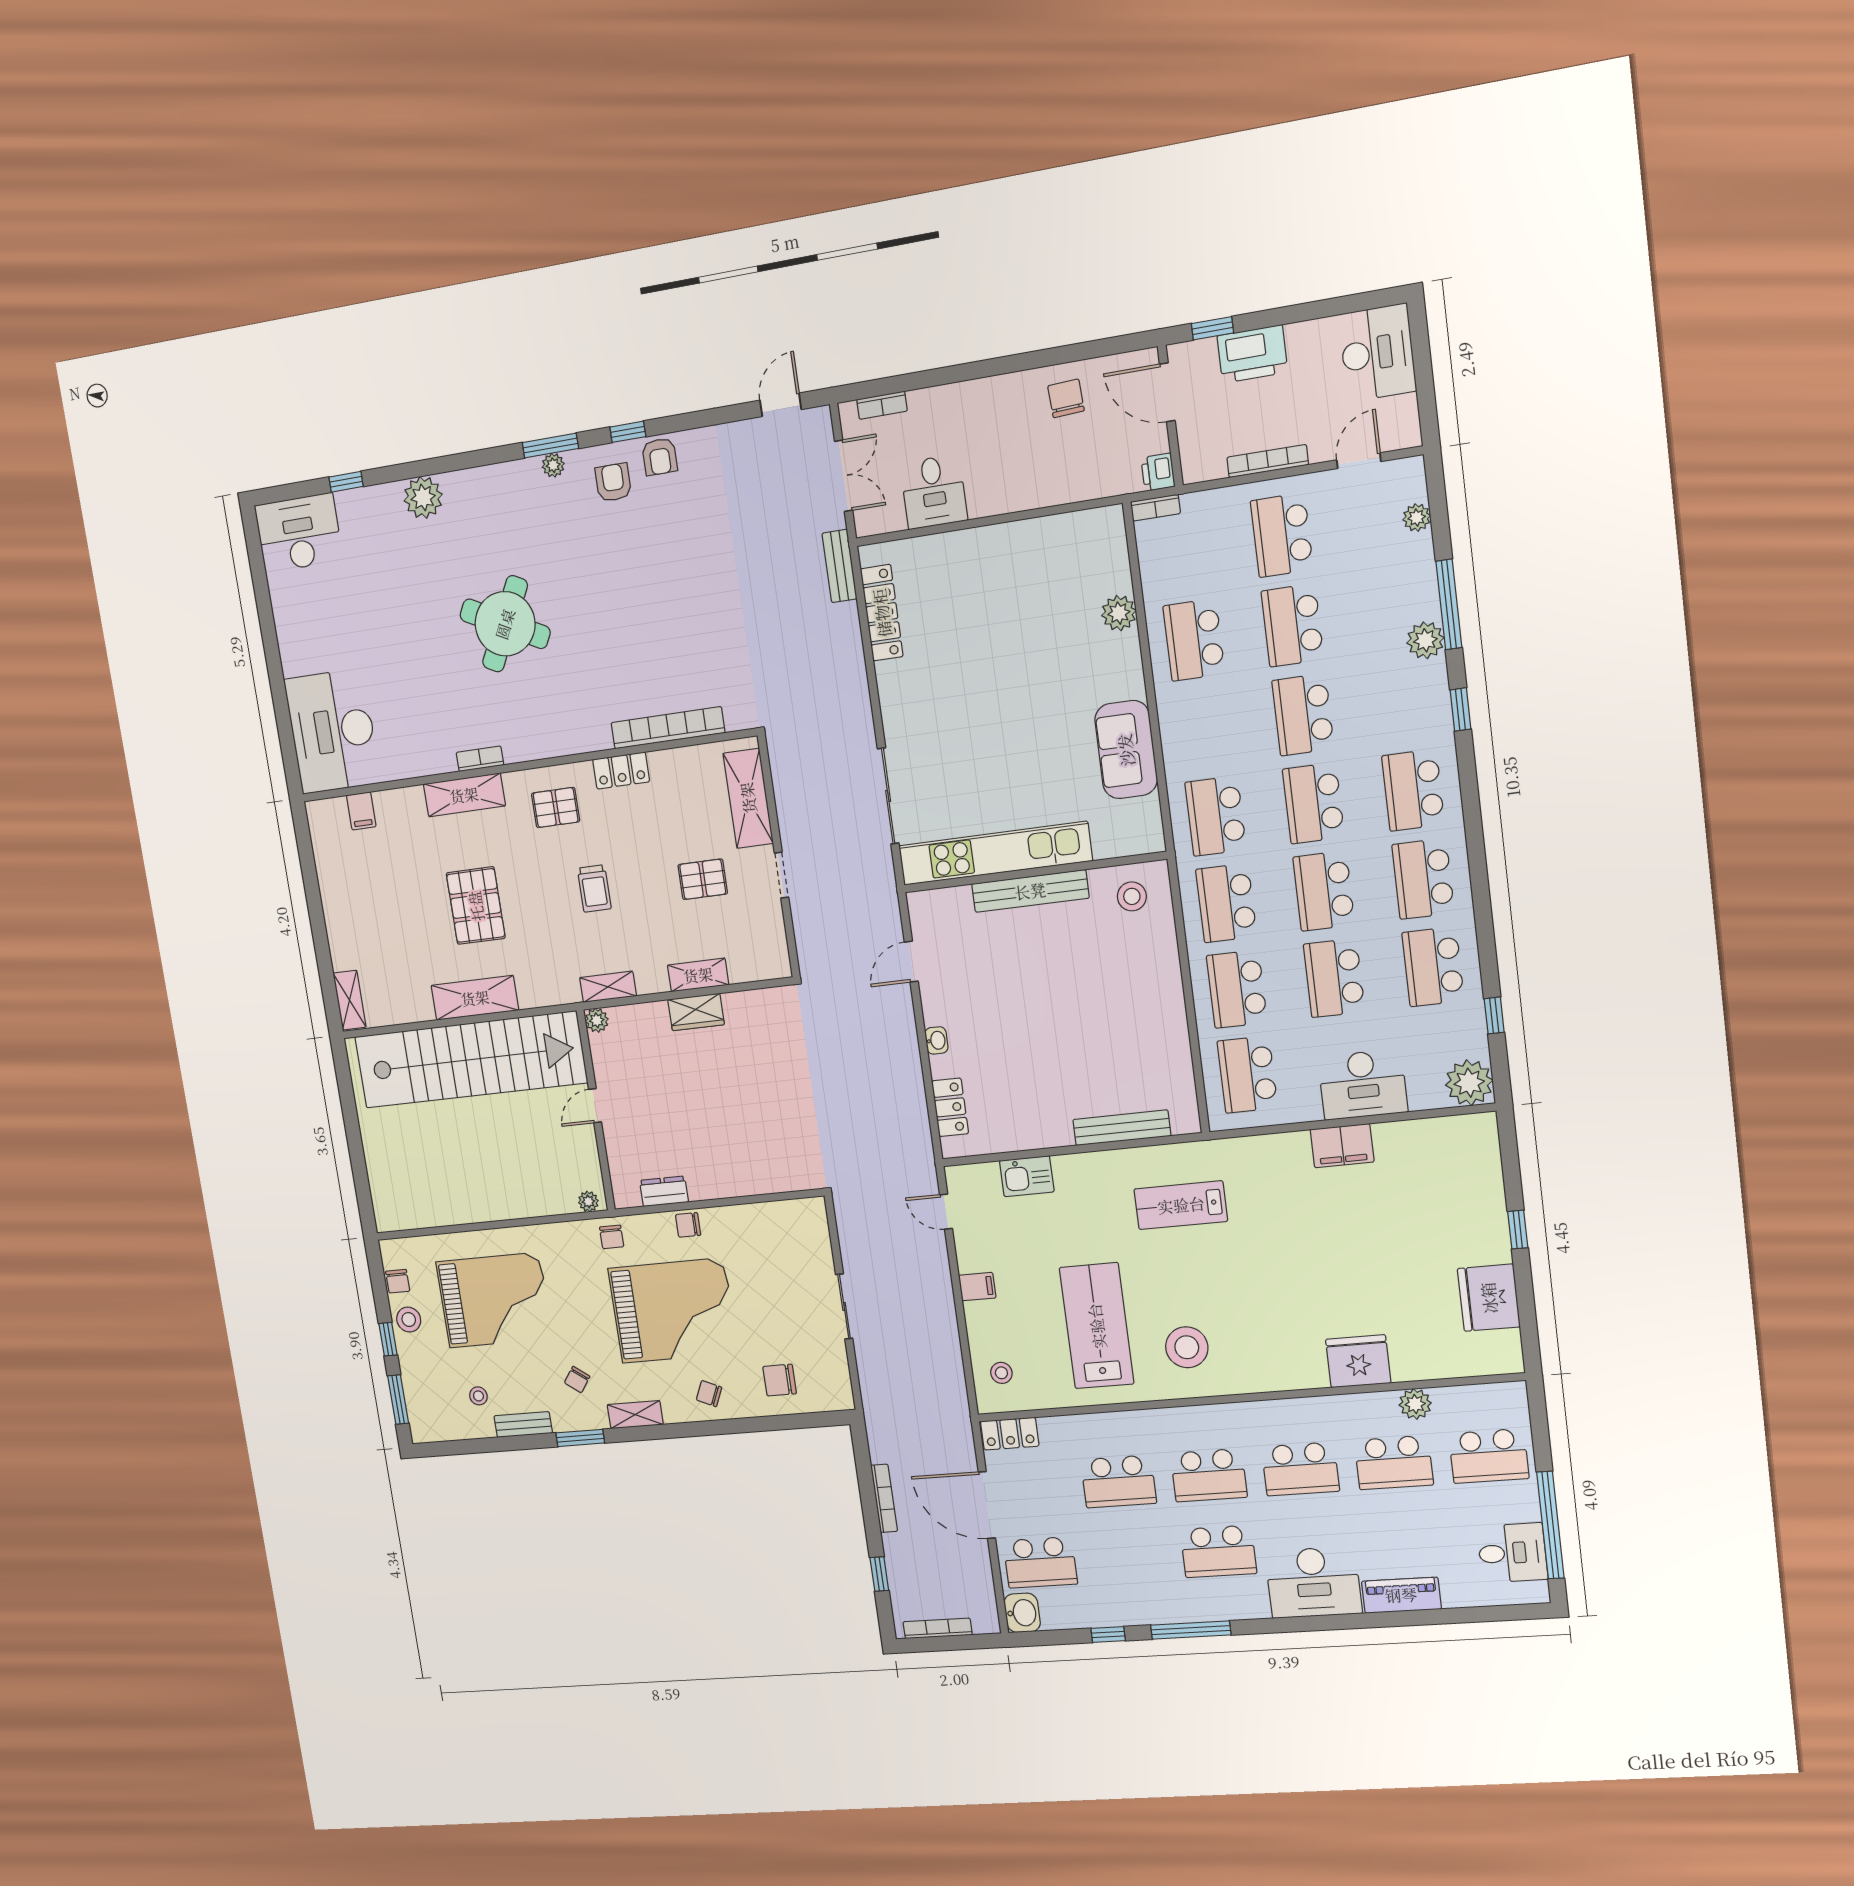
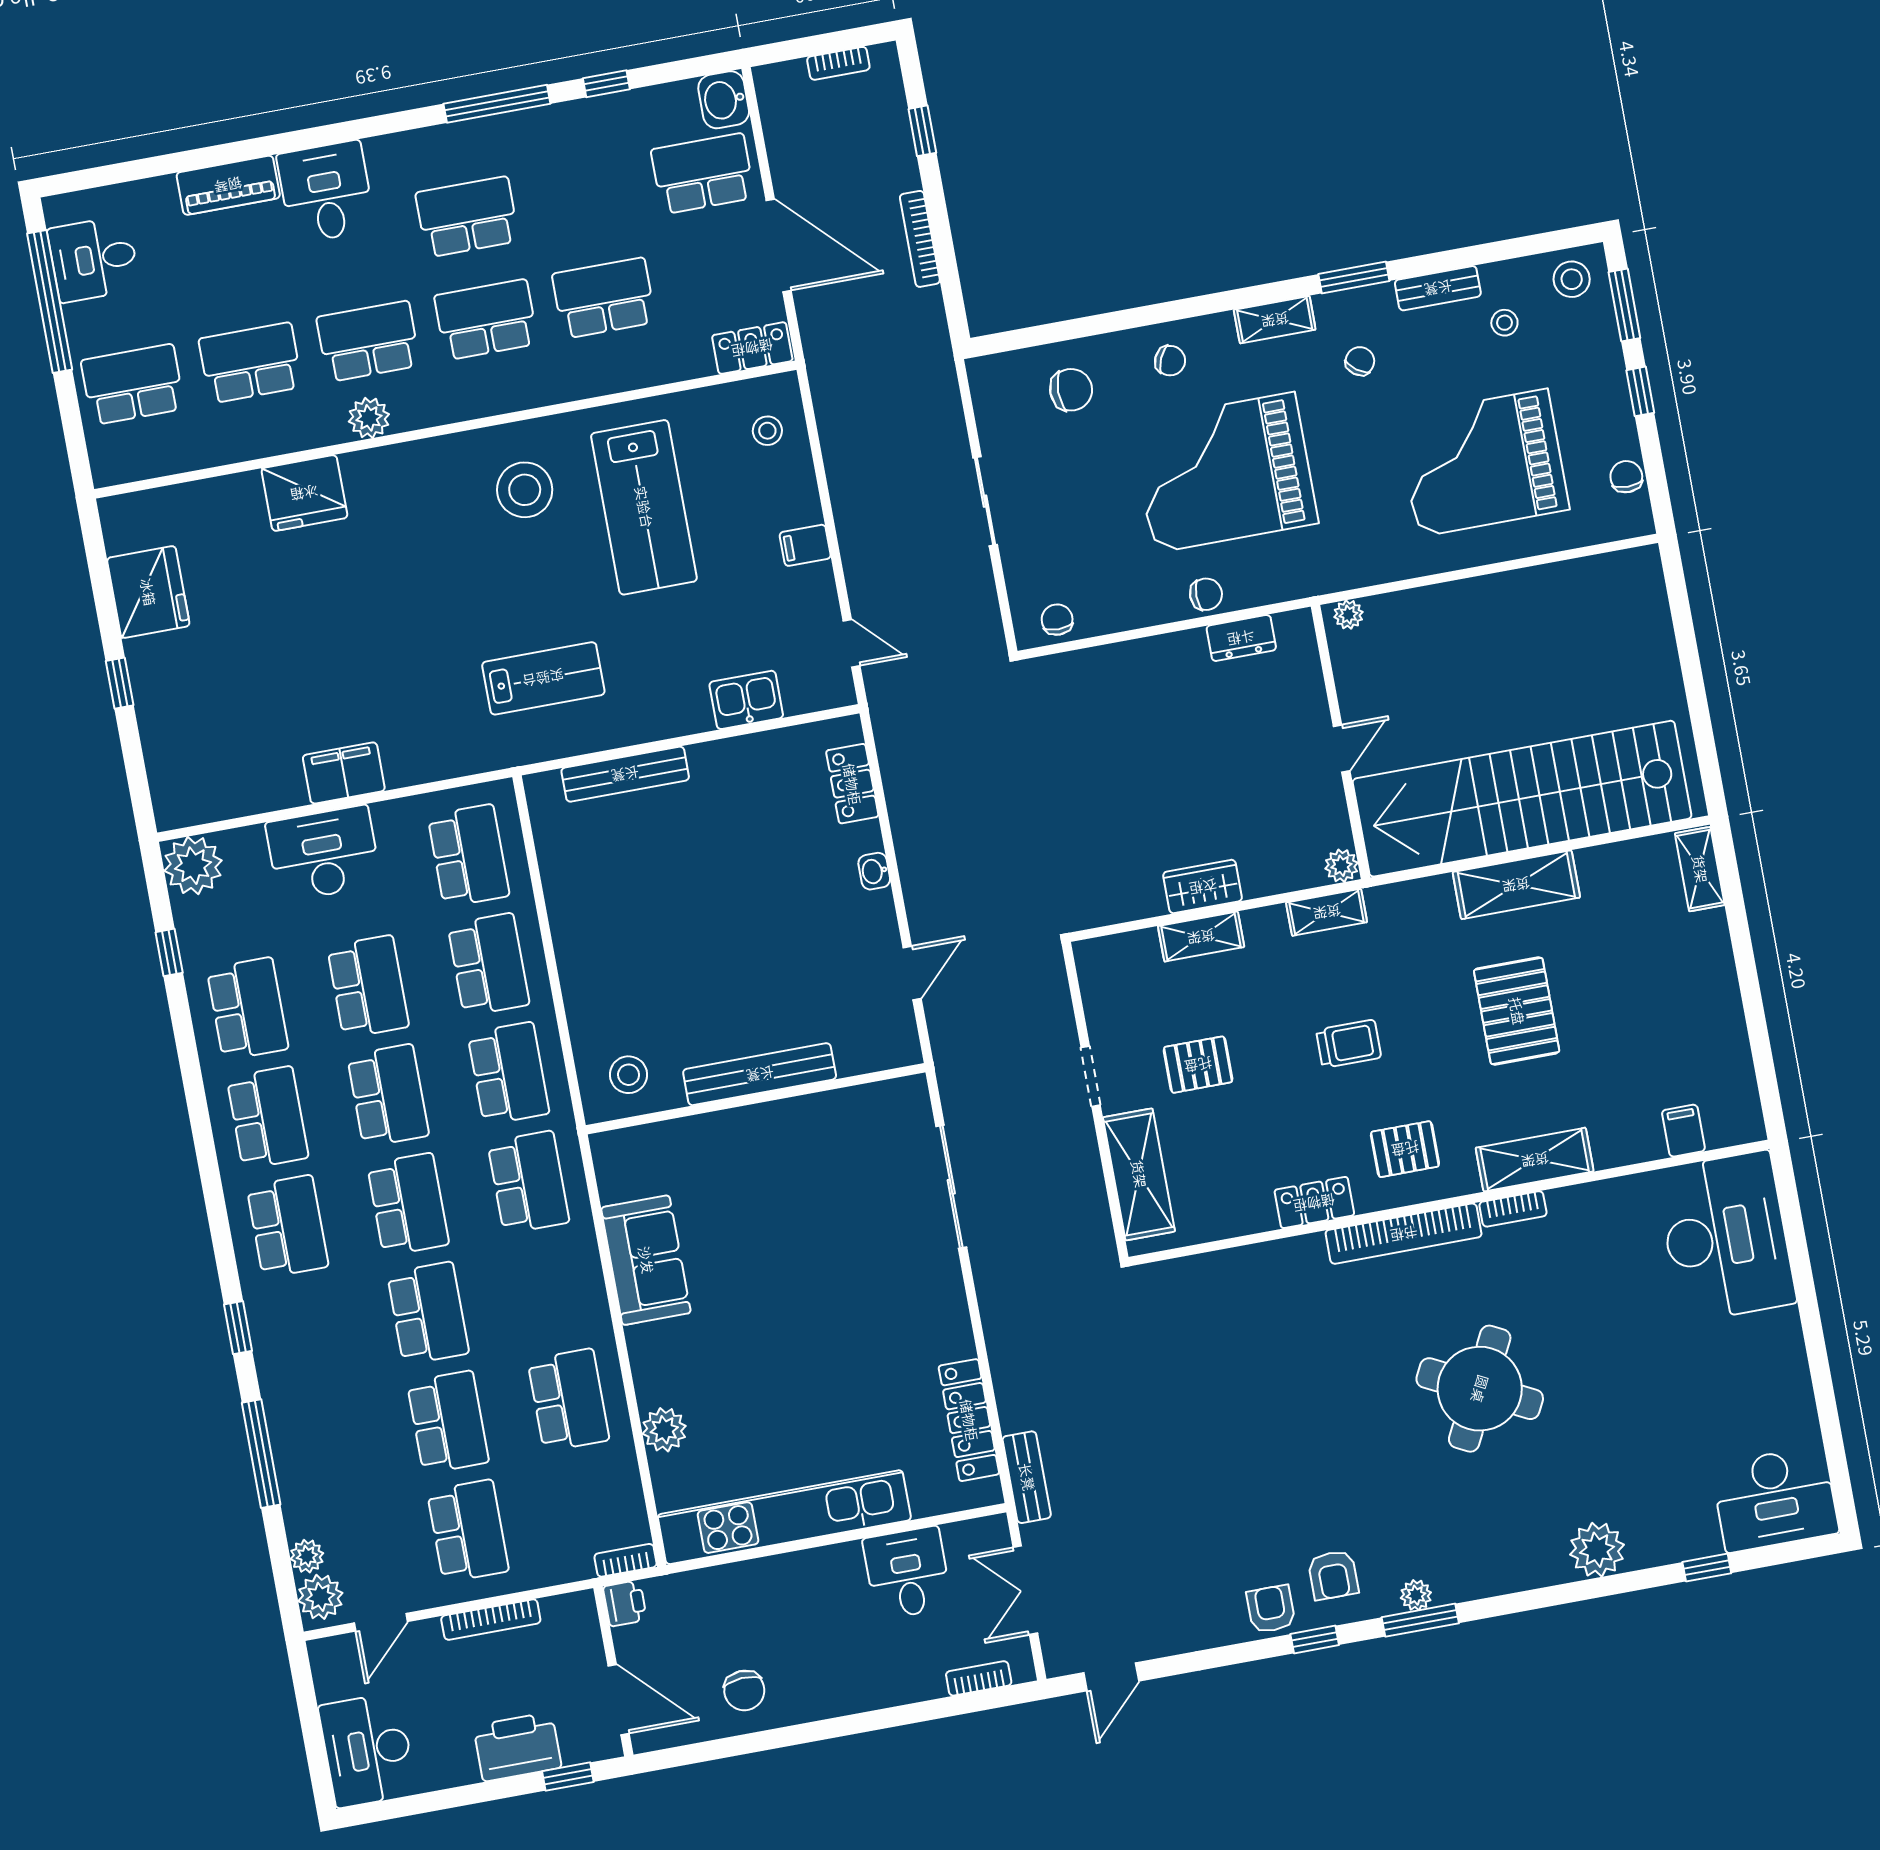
plant: (1425, 640) -> (320, 1597), moved
bookcase: (668, 728) -> (1404, 1234), moved
kitchen unit: (995, 853) -> (784, 1517), moved, turned 180
trolley: (594, 888) -> (1349, 1044), turned 90
chair: (612, 1237) -> (1057, 620), moved
stool: (409, 1320) -> (1572, 279), moved
plant: (1415, 1404) -> (369, 418), moved
desk: (1313, 1582) -> (326, 192), width x0.73
bookcase: (938, 1628) -> (838, 63), width x0.64

